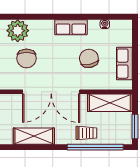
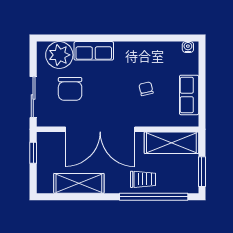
water cooler: (105, 24) -> (188, 47), moved
row of seats: (71, 27) -> (94, 51), moved
chair: (89, 58) -> (146, 89), width x0.54, depth x0.54

